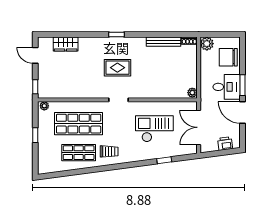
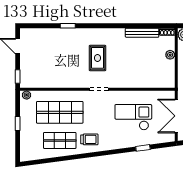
window: (116, 34) -> (68, 26), moved
wardrobe: (66, 44) -> (47, 35), removed
rug: (117, 68) -> (98, 58), turned 90
plant: (192, 93) -> (170, 55), moved

